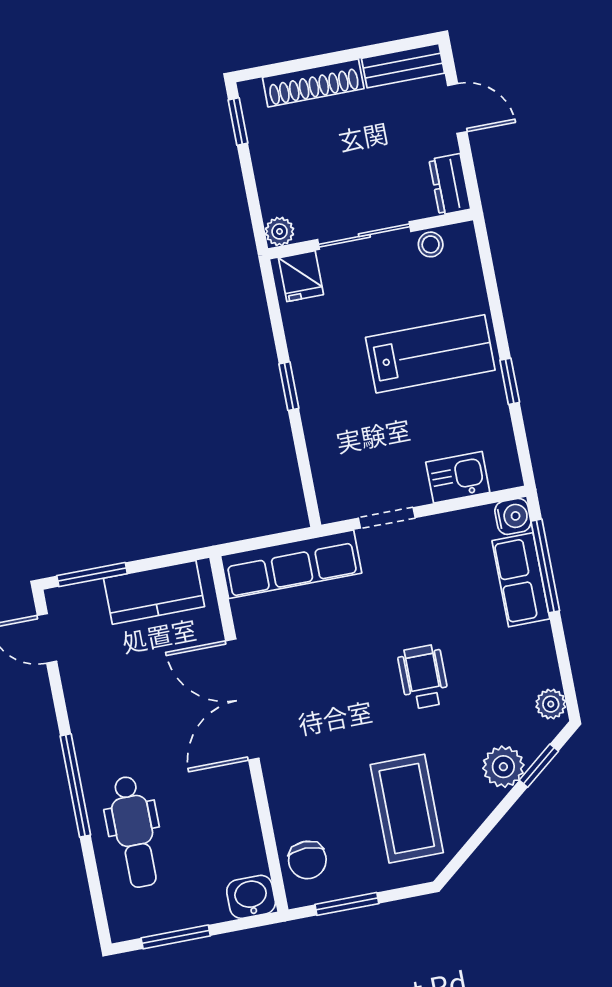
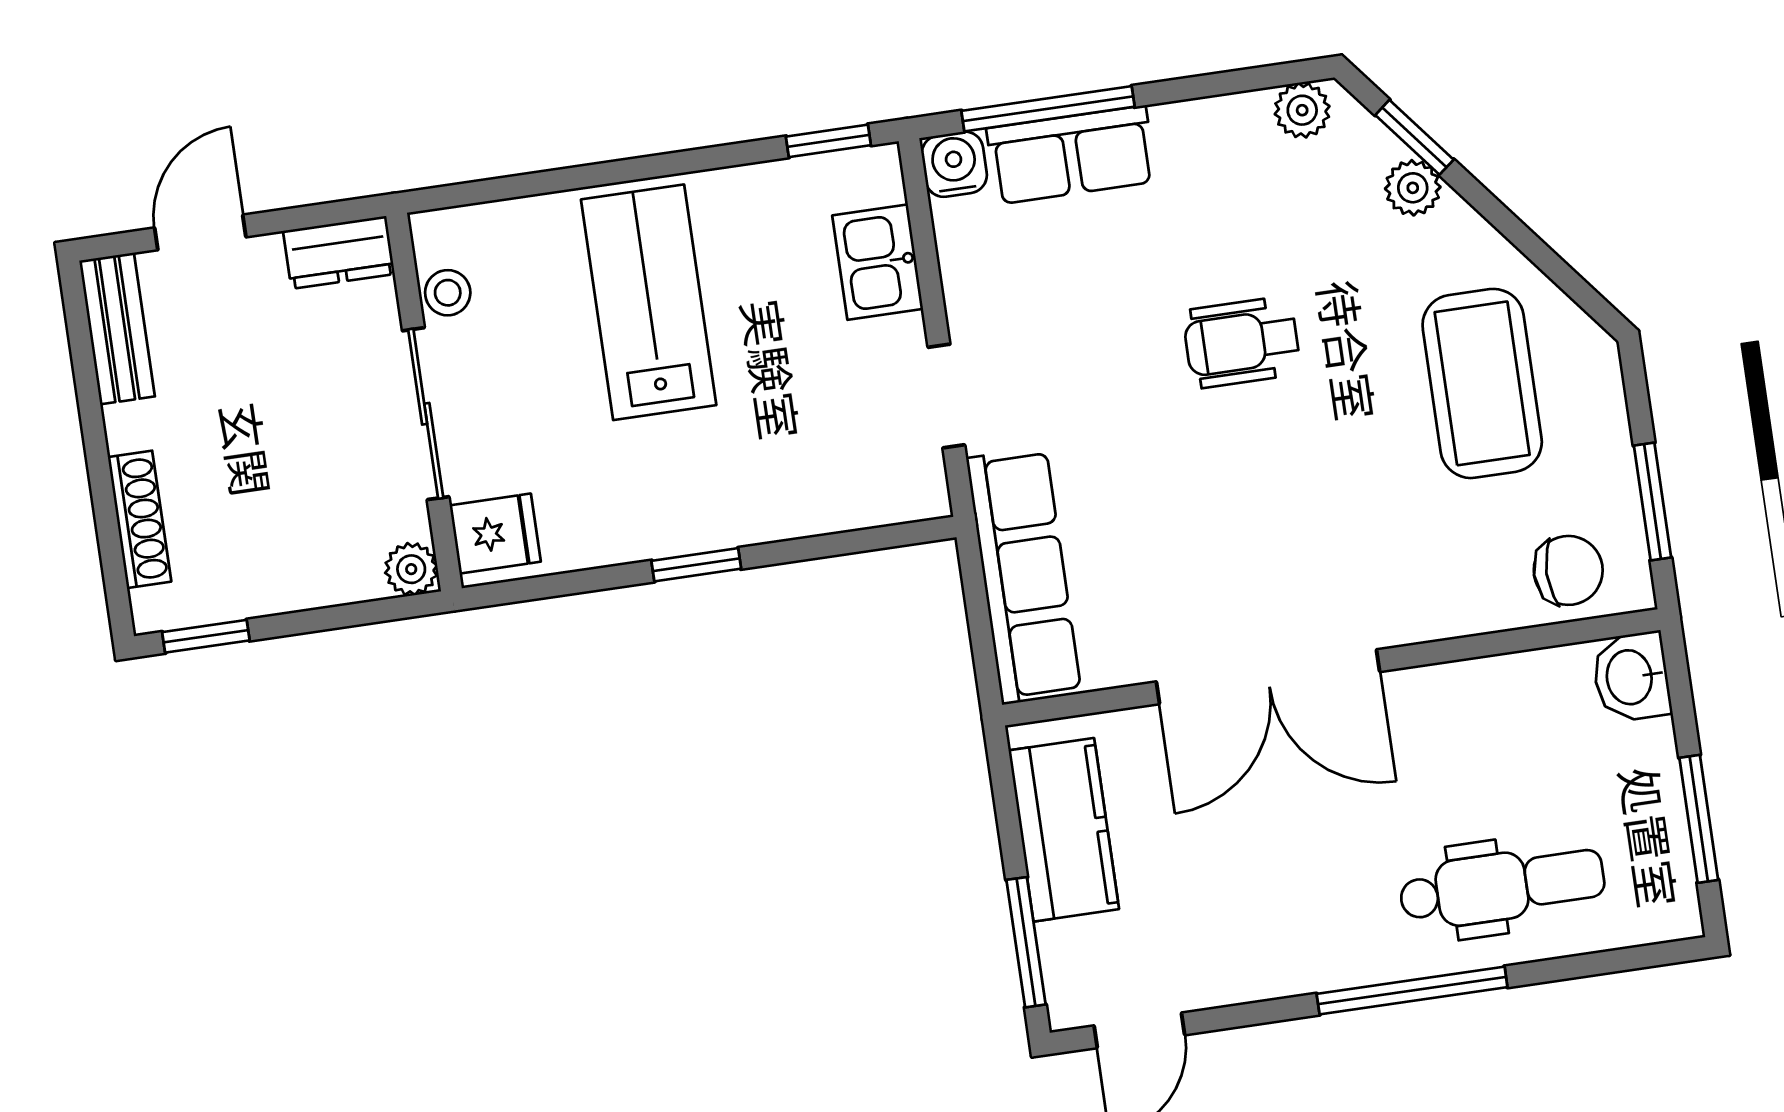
shoe rack: (313, 83) -> (139, 519), width x0.74, depth x0.81
window: (510, 381) -> (828, 141), moved
plant: (503, 767) -> (1413, 188), width x0.73, depth x0.73
coffee table: (407, 809) -> (1482, 383), turned 90

